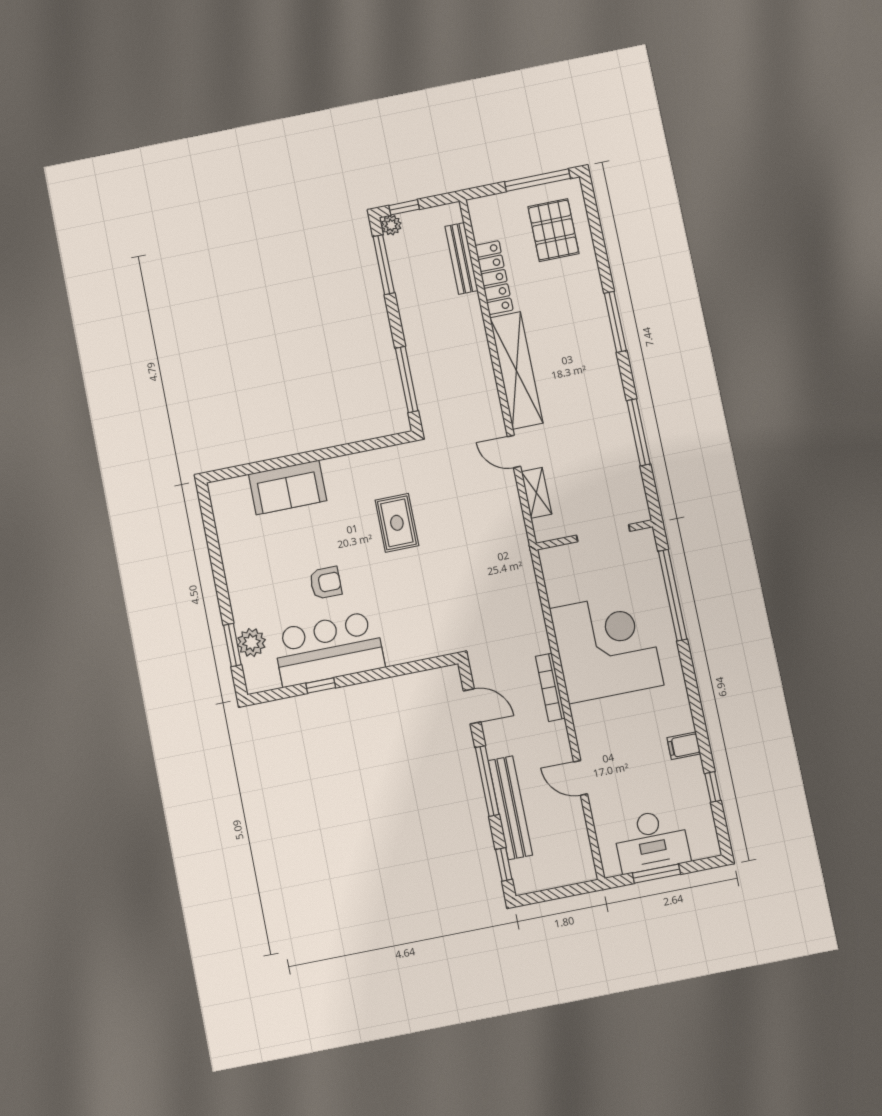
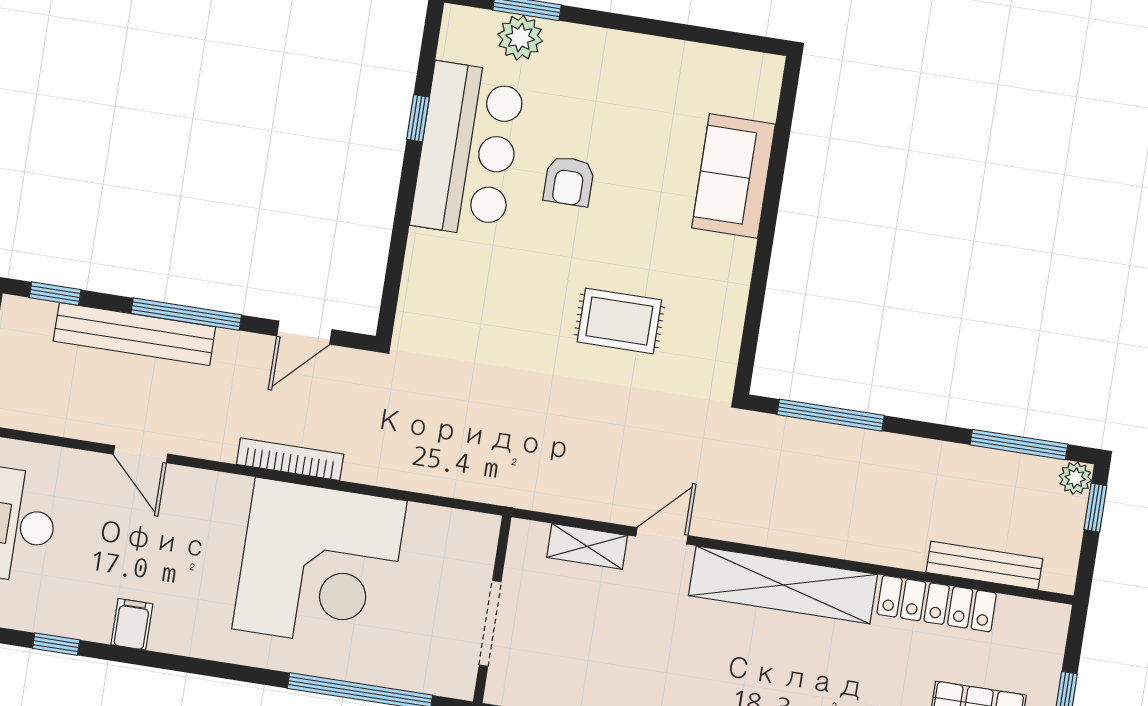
door: (581, 778) -> (140, 454), swing flipped

